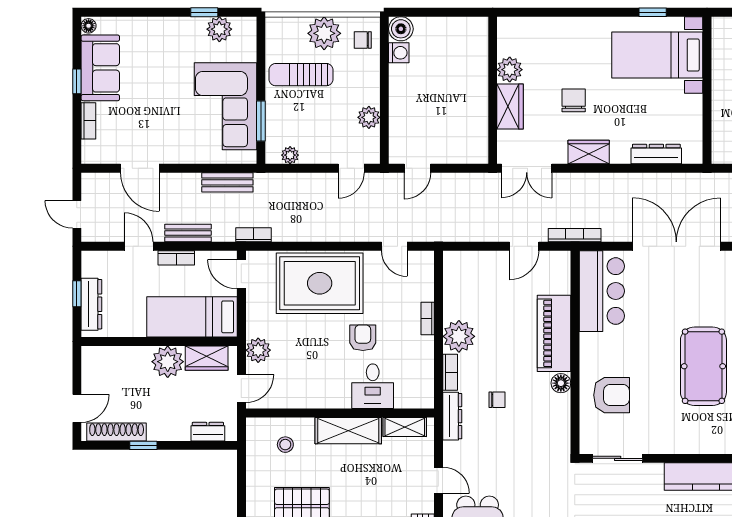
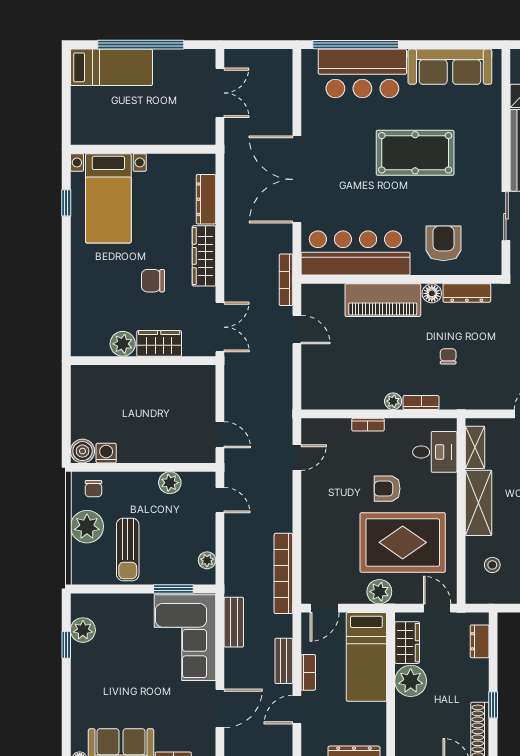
corner sofa: (225, 106) -> (185, 638), moved, turned 90
wardrobe: (589, 152) -> (204, 256), width x1.50
bookcase: (254, 235) -> (283, 573), width x2.31, depth x1.31
rug: (320, 283) -> (403, 542), moved, turned 90
bar counter: (602, 291) -> (355, 253), width x1.36
plant: (459, 336) -> (393, 401), width x0.53, depth x0.53
plant: (258, 350) -> (379, 592), moved
desk: (373, 386) -> (435, 452), moved
dresser: (452, 416) -> (467, 293), moved, turned 180
sliding door: (618, 458) -> (506, 216), moved

